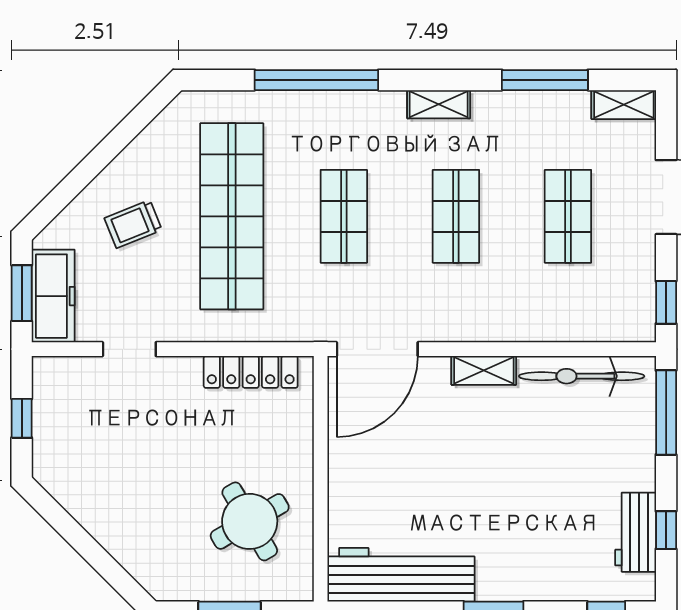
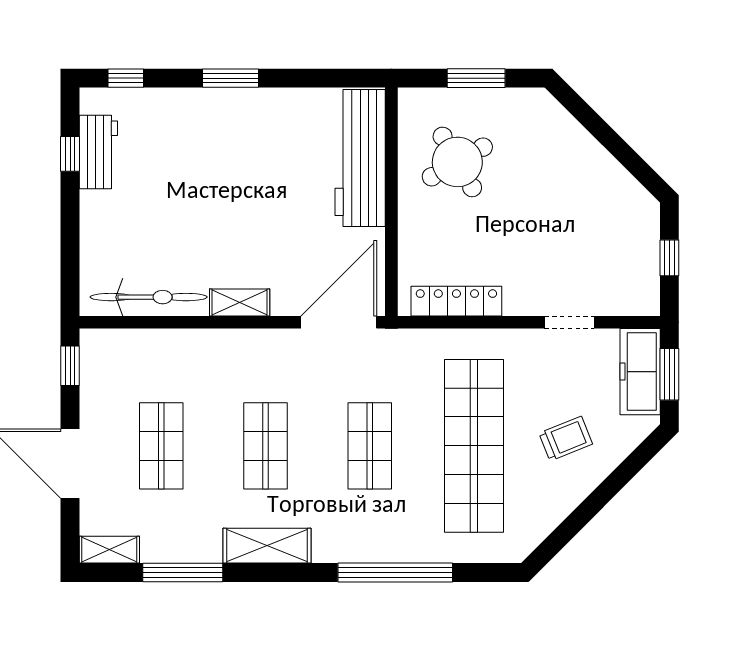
shelving: (439, 104) -> (267, 546), width x1.50, depth x1.33
window: (666, 412) -> (70, 263), removed
workbench: (401, 575) -> (360, 158), moved, turned 90

